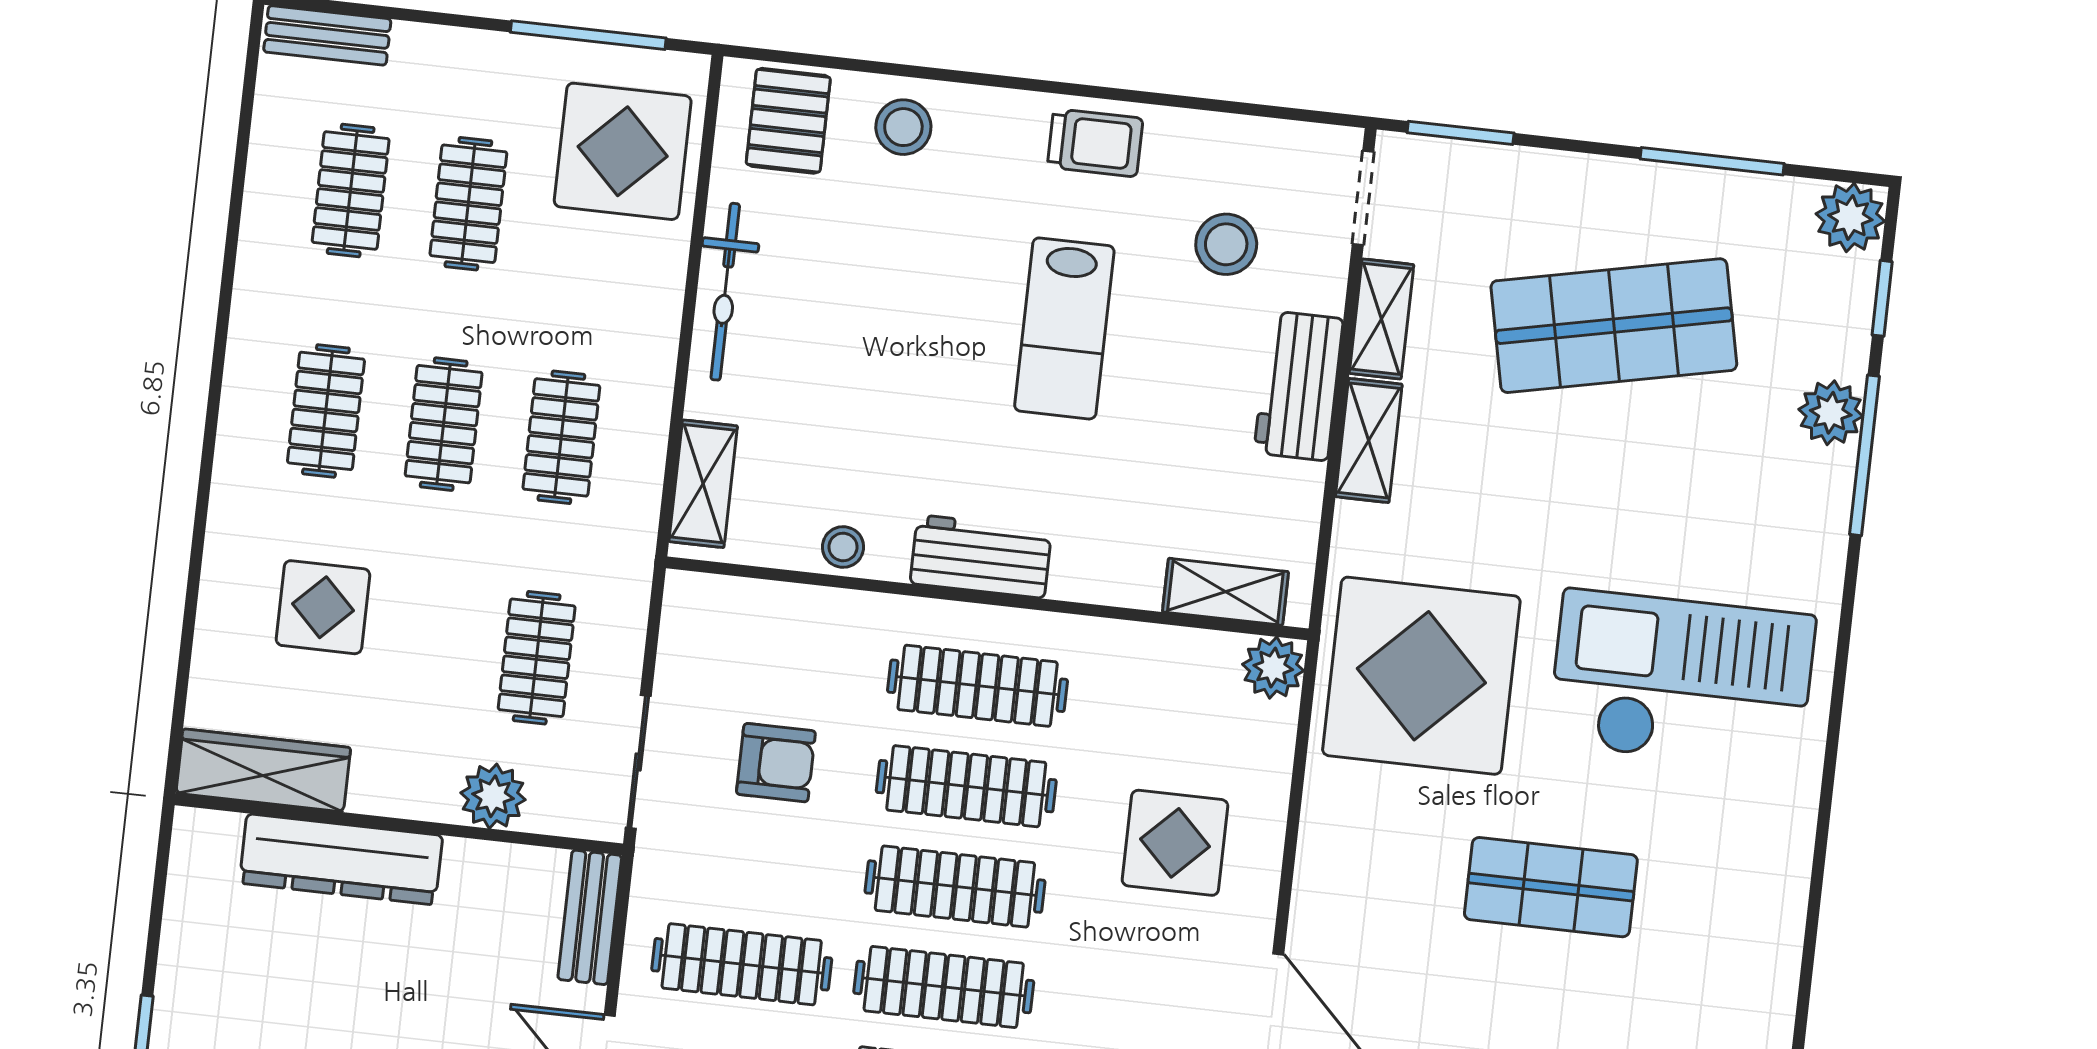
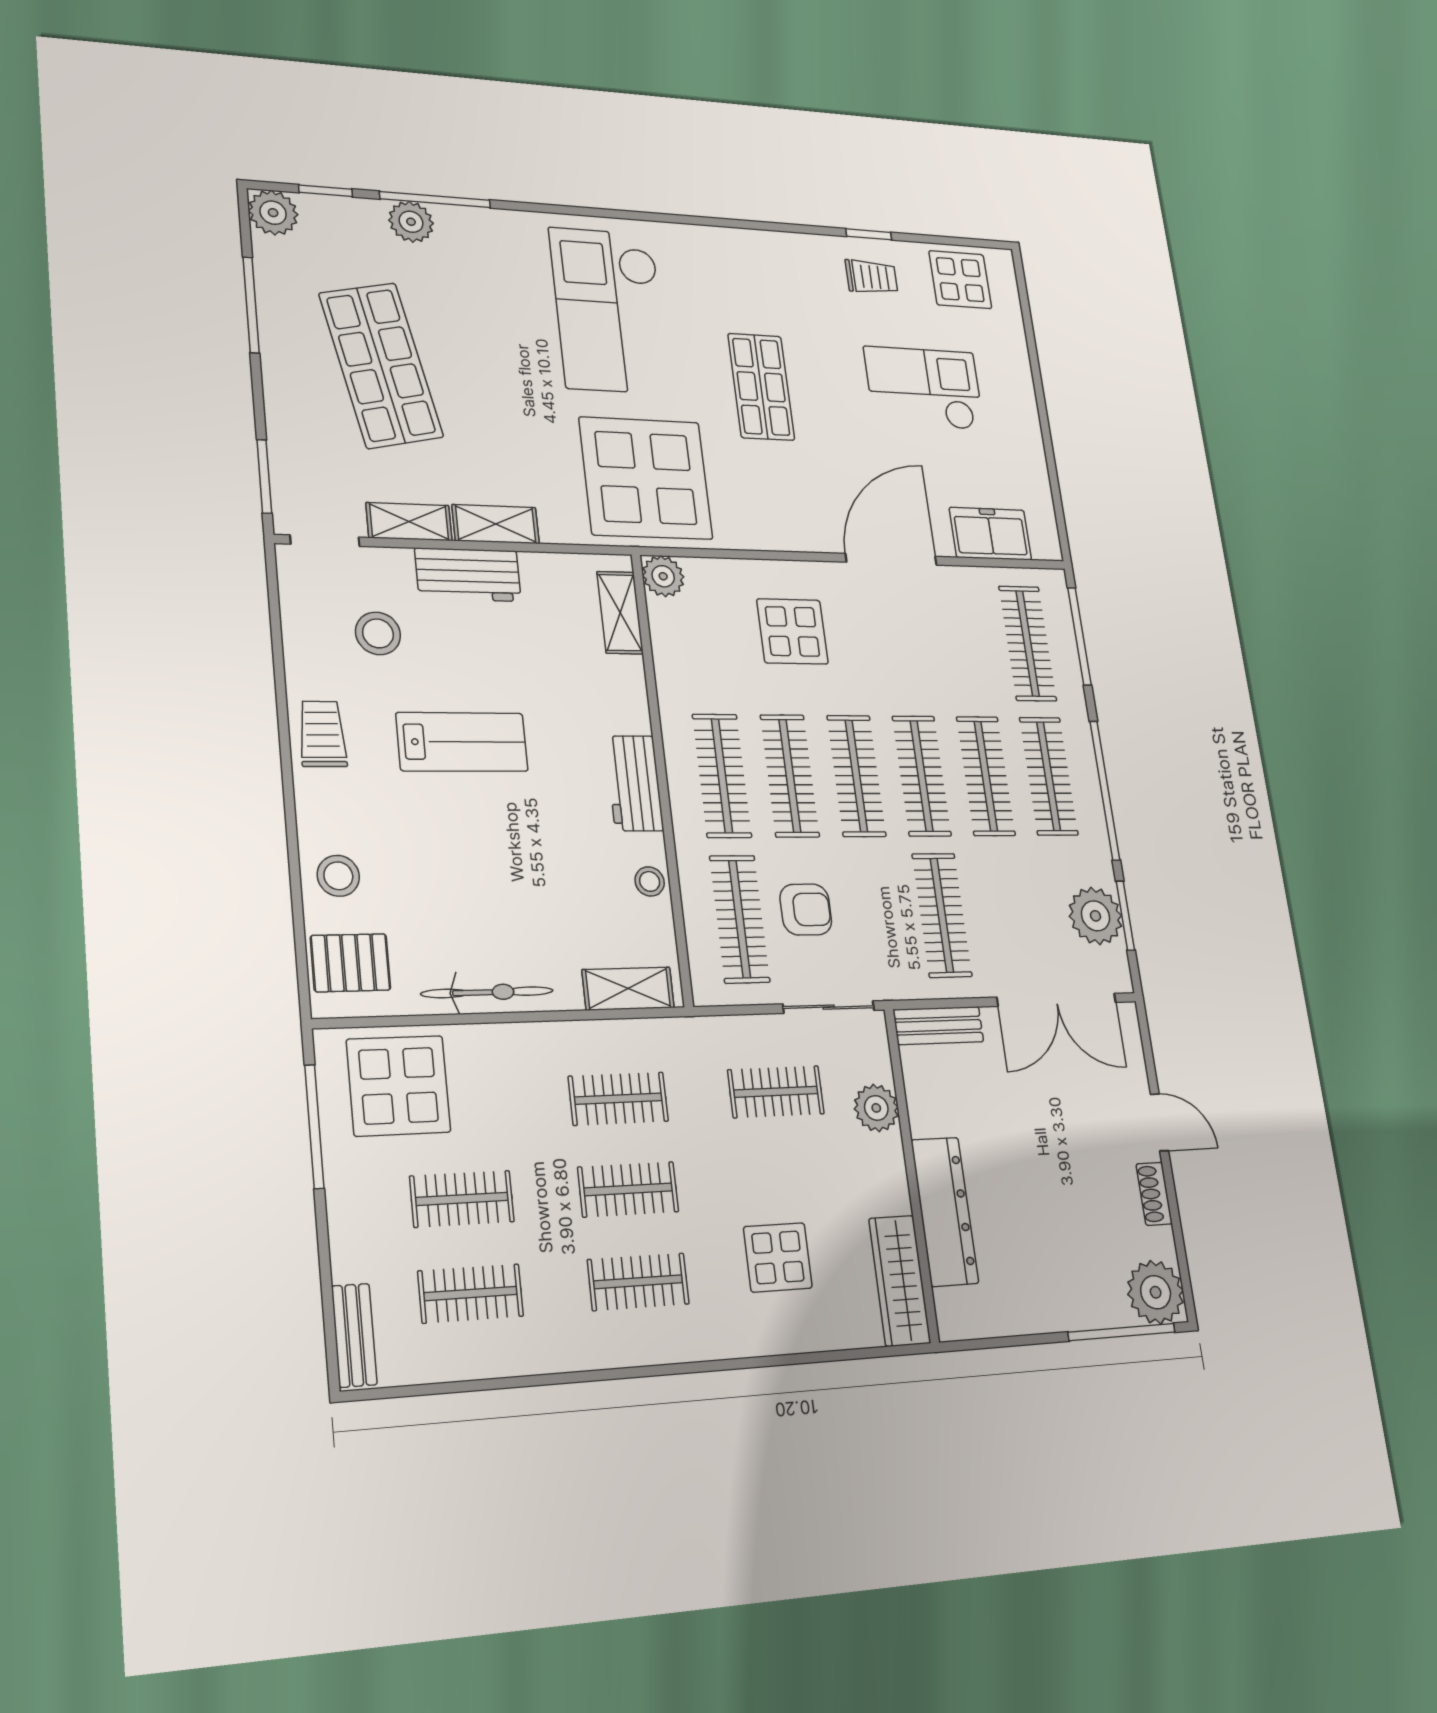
clothes rail: (776, 663) -> (740, 919), added
armchair: (776, 763) -> (806, 909), turned 90

